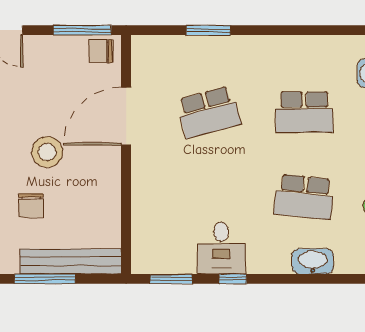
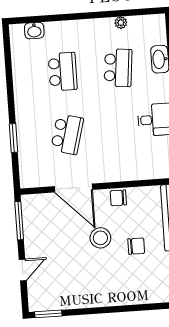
chair: (101, 51) -> (118, 198), moved, turned 90
school desk: (209, 112) -> (67, 134), turned 30

